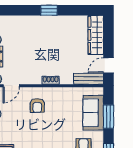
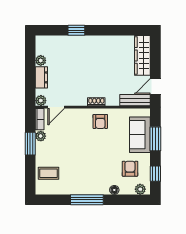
window: (49, 10) -> (76, 30), moved
armchair: (37, 105) -> (100, 121), moved

